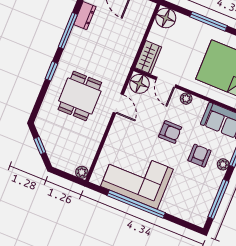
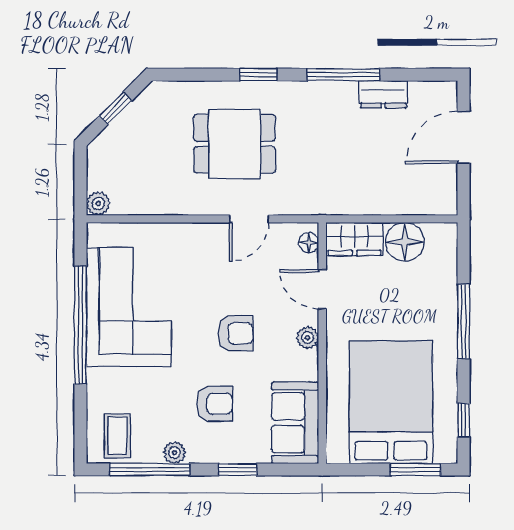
floor lamp: (166, 18) -> (405, 242), moved
door: (166, 82) -> (322, 289), hinge flipped
floor lamp: (139, 84) -> (309, 243), width x0.53, depth x0.53
armchair: (170, 132) -> (236, 333), turned -90
plant: (223, 164) -> (174, 453), moved
coffee table: (196, 208) -> (117, 436), added

